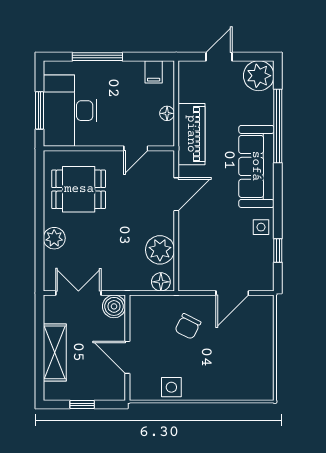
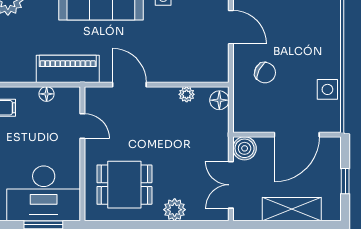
dining table: (79, 189) -> (124, 185), turned 90
plant: (160, 250) -> (187, 94), width x0.53, depth x0.53
door: (127, 357) -> (297, 135), width x1.36

